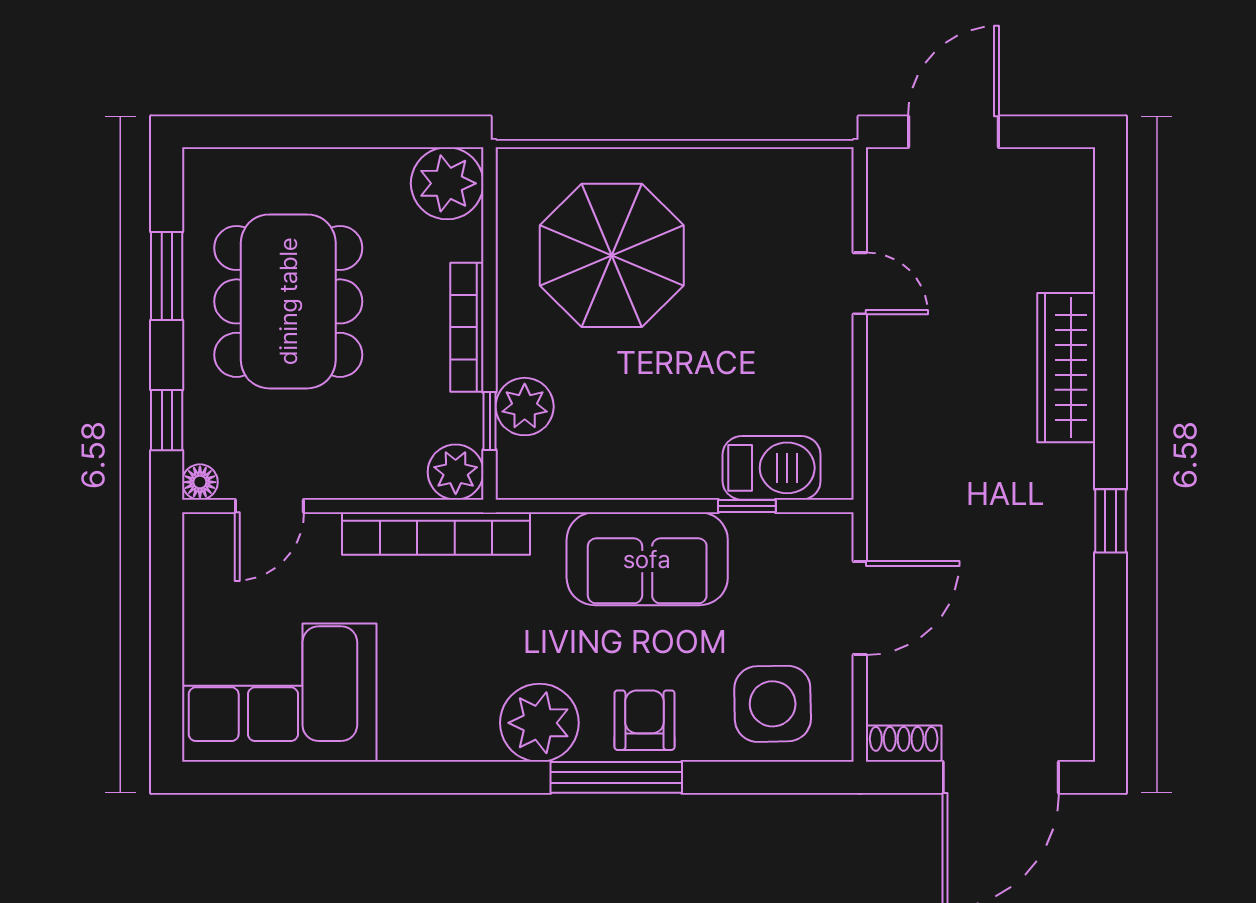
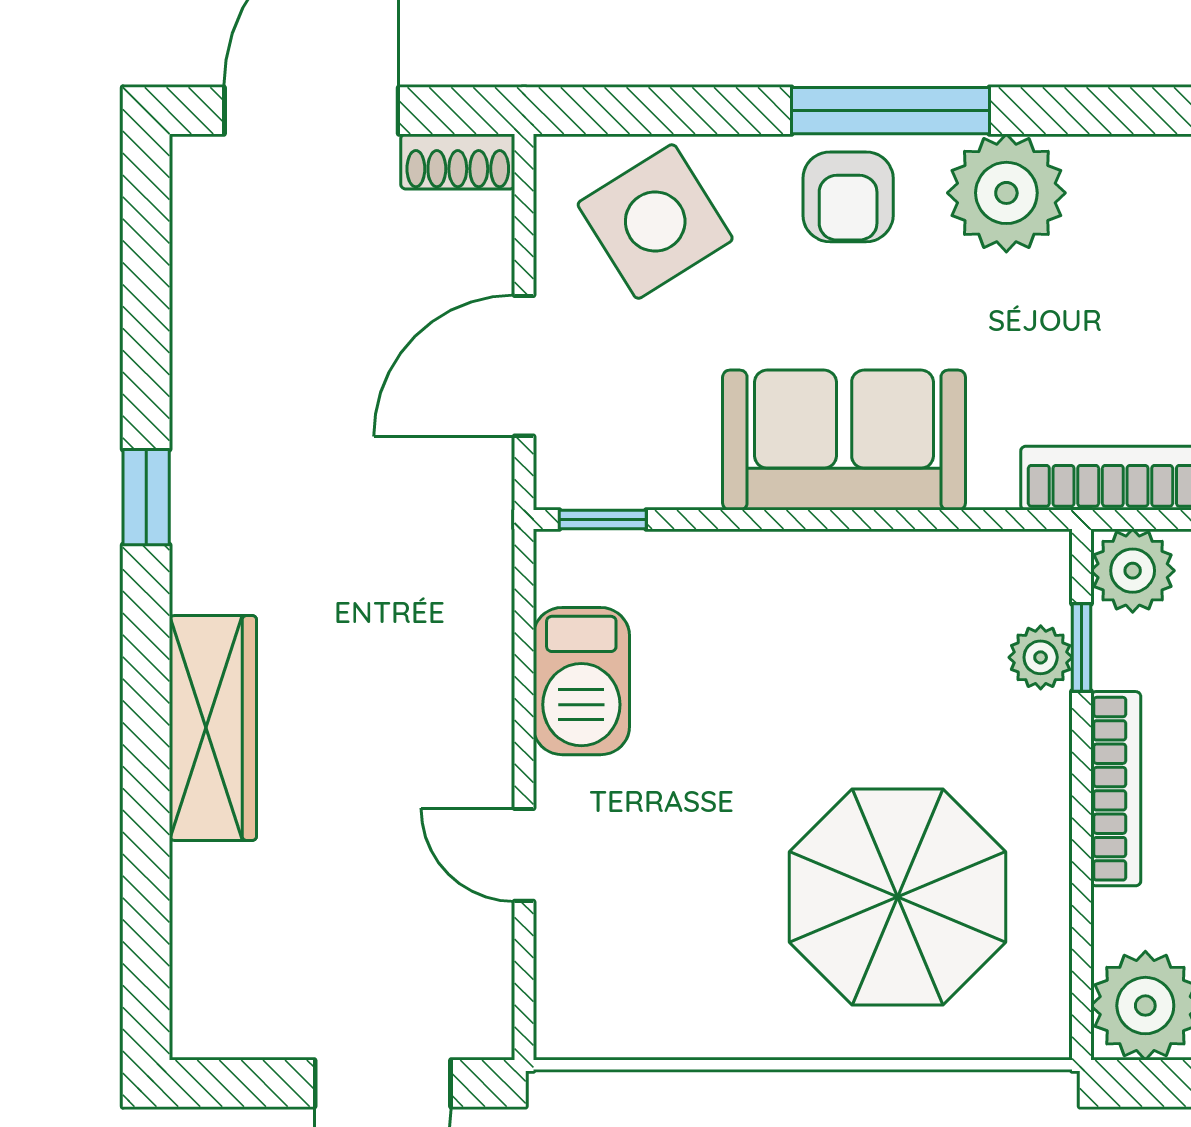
plant: (525, 407) -> (1041, 657), width x0.73, depth x0.73
barbecue: (772, 468) -> (581, 681), moved, turned -90
window: (747, 506) -> (603, 520), moved
side table: (773, 704) -> (655, 222), turned -31

